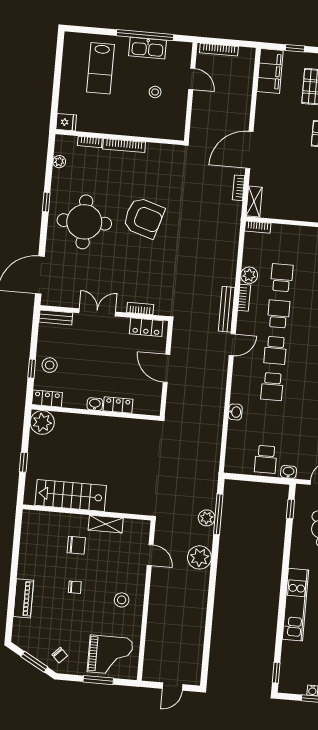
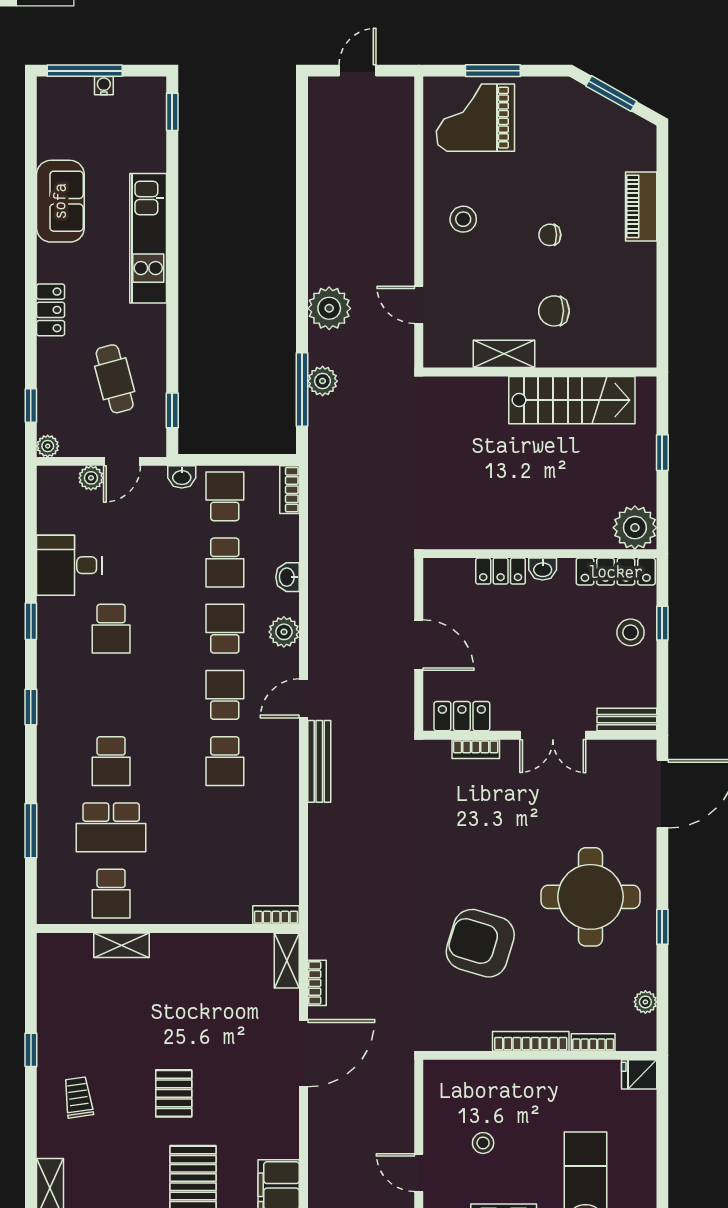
armchair: (144, 218) -> (480, 943), moved
plant: (249, 275) -> (284, 632), moved
school desk: (282, 278) -> (225, 562), moved
bookcase: (244, 298) -> (290, 490), moved
locker: (47, 399) -> (616, 572), width x1.53
chair: (60, 655) -> (566, 109), removed

